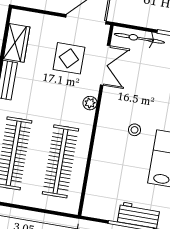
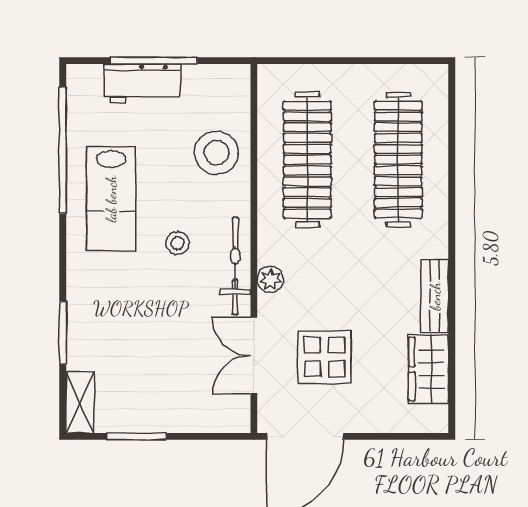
bicycle: (139, 38) -> (235, 266), moved, turned -90
stool: (107, 173) -> (217, 153), added

